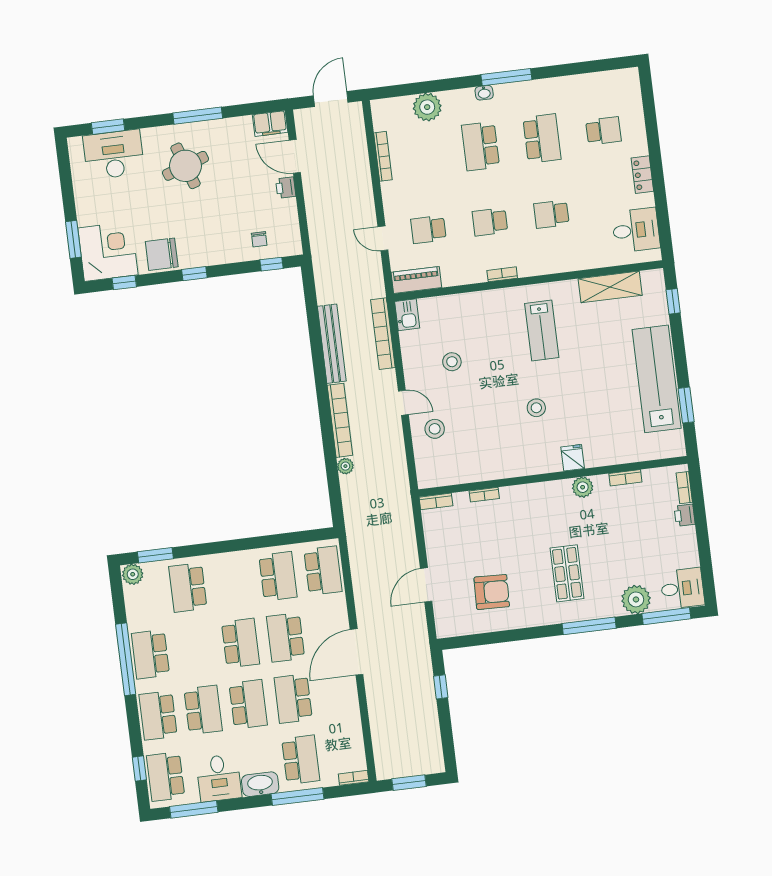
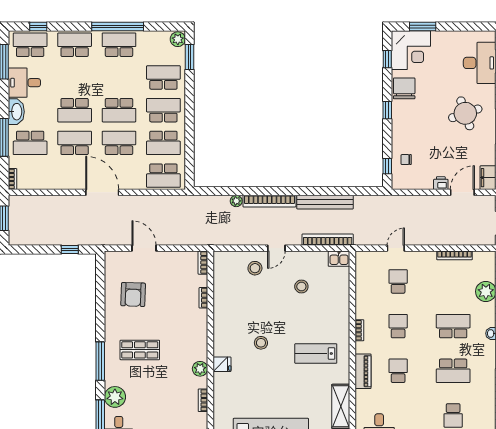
piano: (416, 280) -> (363, 371), moved
school desk: (203, 710) -> (163, 110), moved, turned 180

